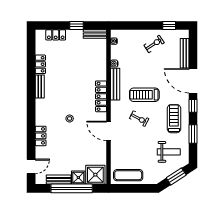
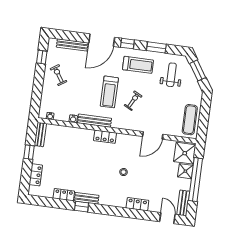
window: (31, 83) -> (82, 207), added
locker: (101, 96) -> (105, 137), width x0.66
treadmill: (174, 119) -> (138, 65), turned 180
door: (108, 131) -> (153, 135), moved
bench: (59, 180) -> (183, 203), moved

